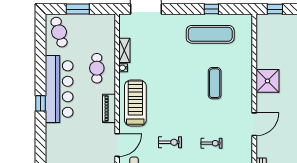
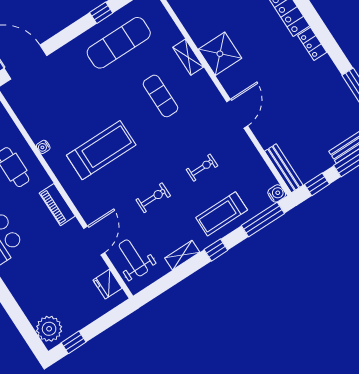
shelving: (124, 50) -> (188, 57), moved
treadmill: (135, 103) -> (101, 150), moved, turned 90

